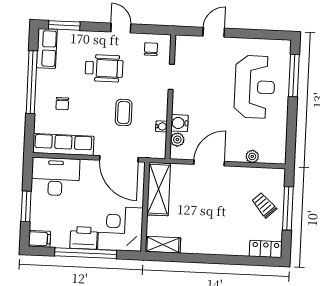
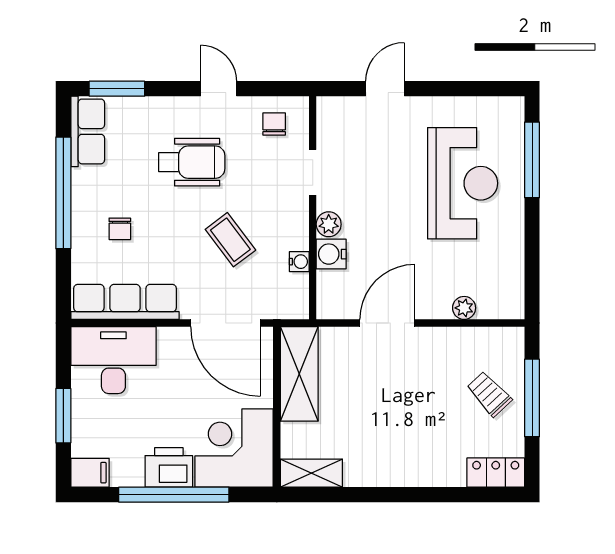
coffee table: (124, 112) -> (230, 240), turned -37
plant: (177, 140) -> (329, 224), moved

